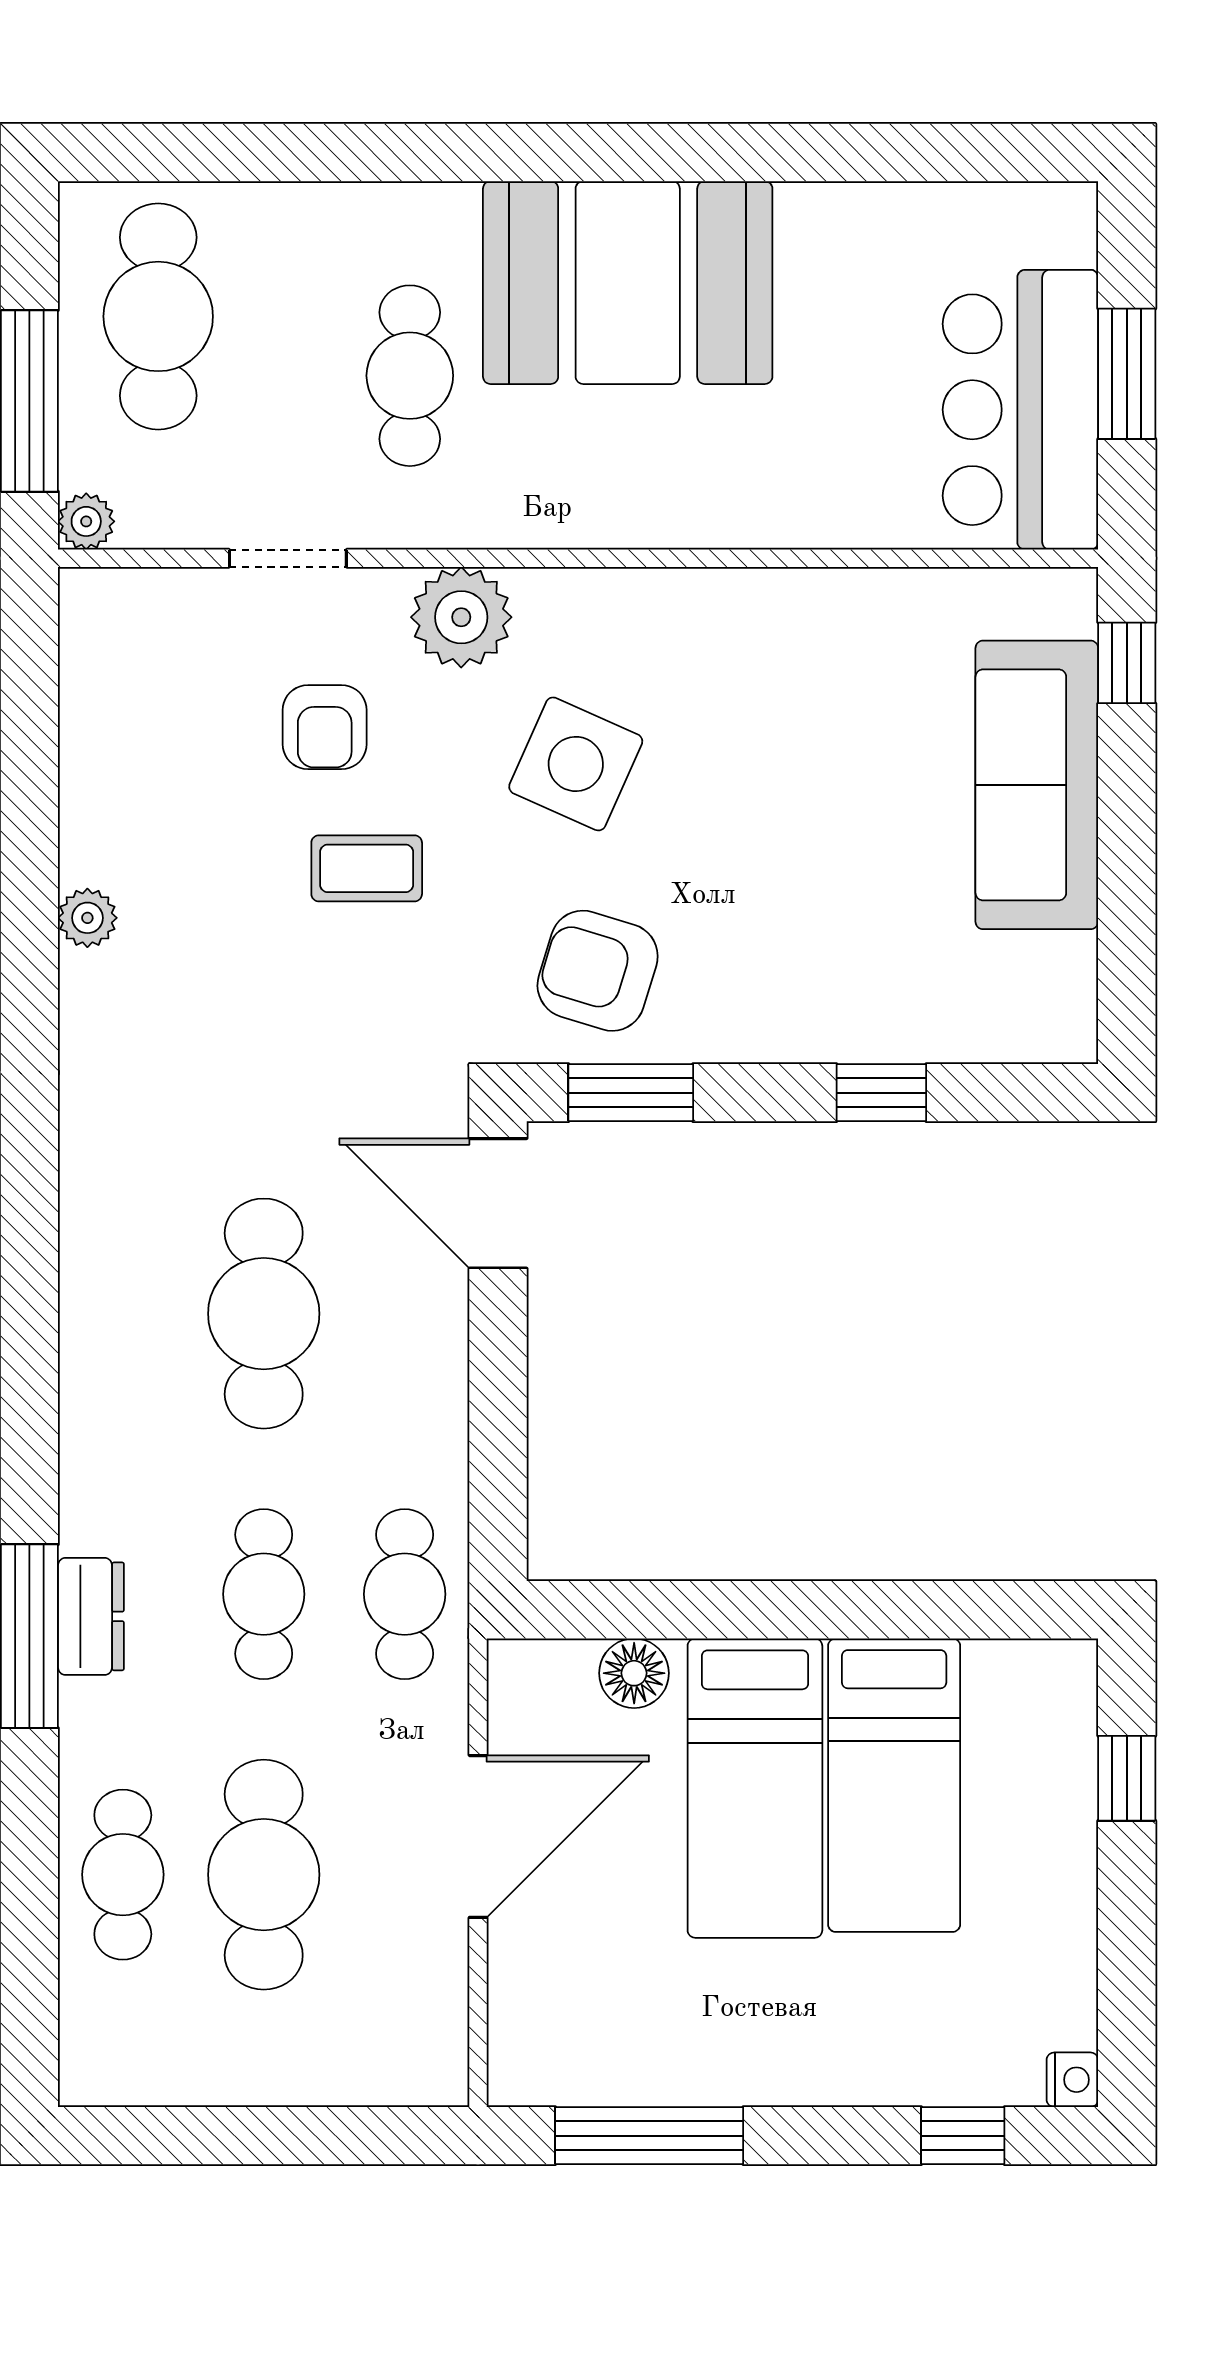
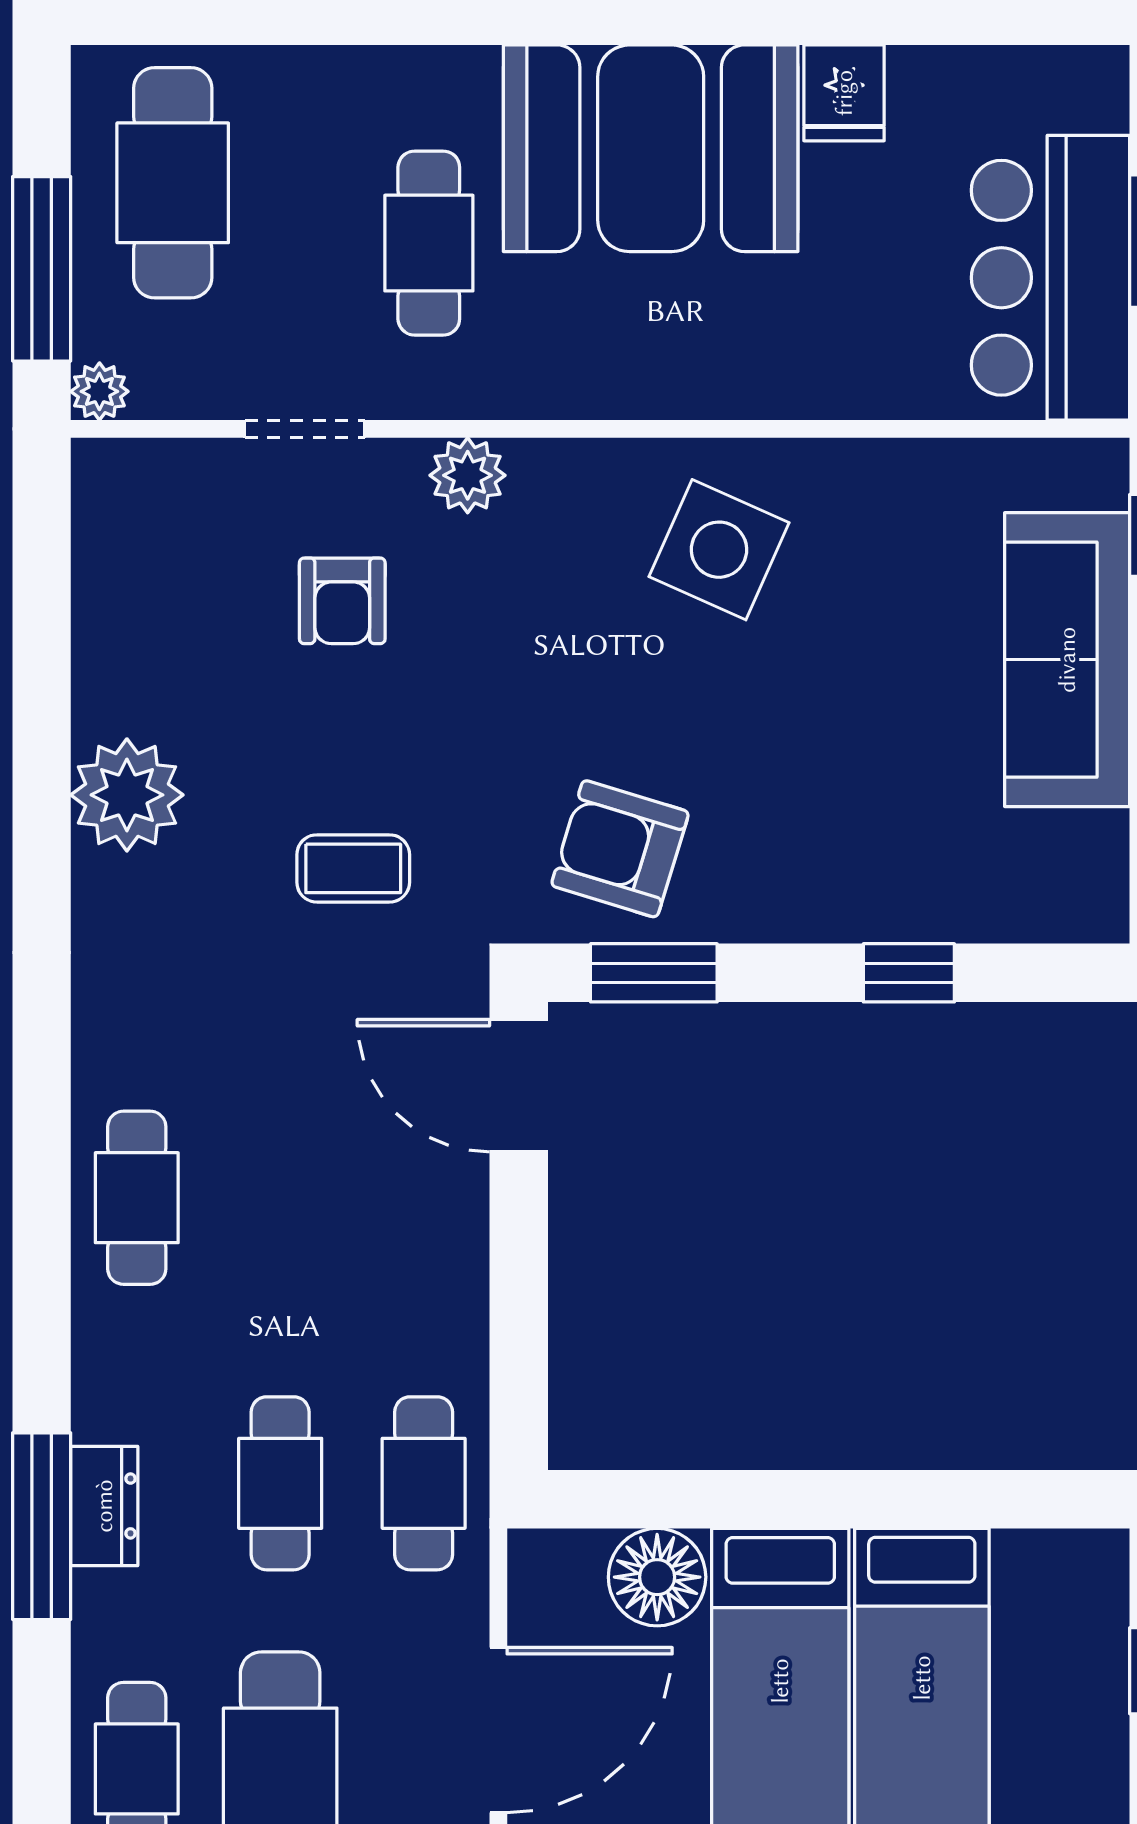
fridge: (818, 228) -> (844, 93), added
plant: (461, 617) -> (468, 475), width x0.73, depth x0.73
side table: (576, 764) -> (719, 550), moved
coffee table: (367, 868) -> (353, 868), moved
plant: (87, 918) -> (127, 795), width x1.88, depth x1.88
cafe table: (264, 1314) -> (137, 1198), moved, width x0.73, depth x0.74
floor lamp: (634, 1673) -> (657, 1577), width x1.38, depth x1.38

